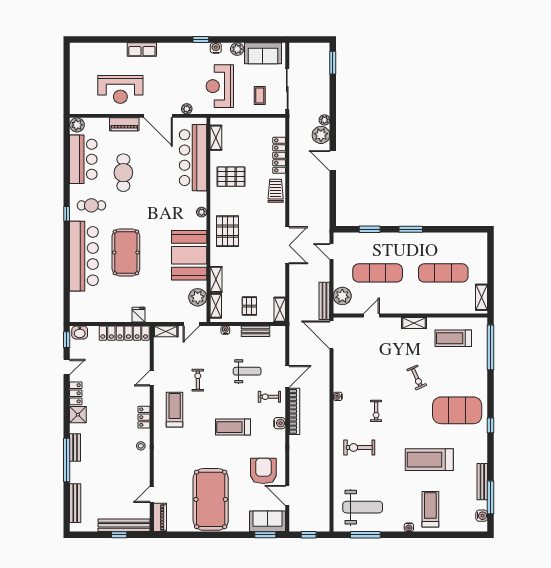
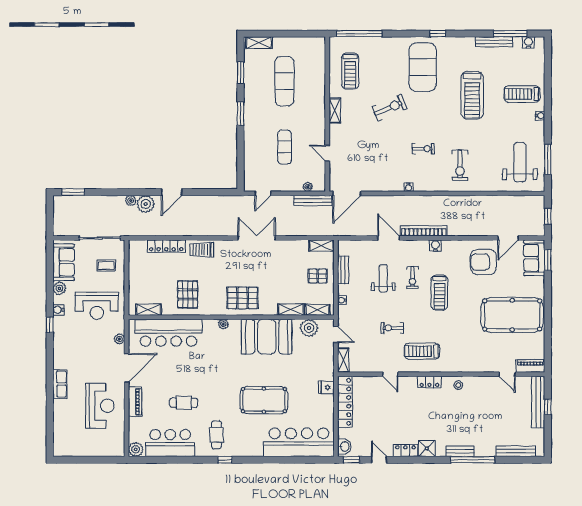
cafe table: (123, 173) -> (184, 403), width x0.73, depth x0.74
window: (370, 229) -> (241, 73), moved
bar counter: (84, 256) -> (299, 442), moved
exercise mat: (378, 273) -> (284, 147), width x0.73, depth x0.69
plant: (342, 296) -> (308, 187), width x0.53, depth x0.53
shelving: (482, 297) -> (259, 43), moved
exercise bike: (417, 377) -> (390, 108), width x1.38, depth x1.39
exercise bike: (269, 397) -> (412, 278), moved

